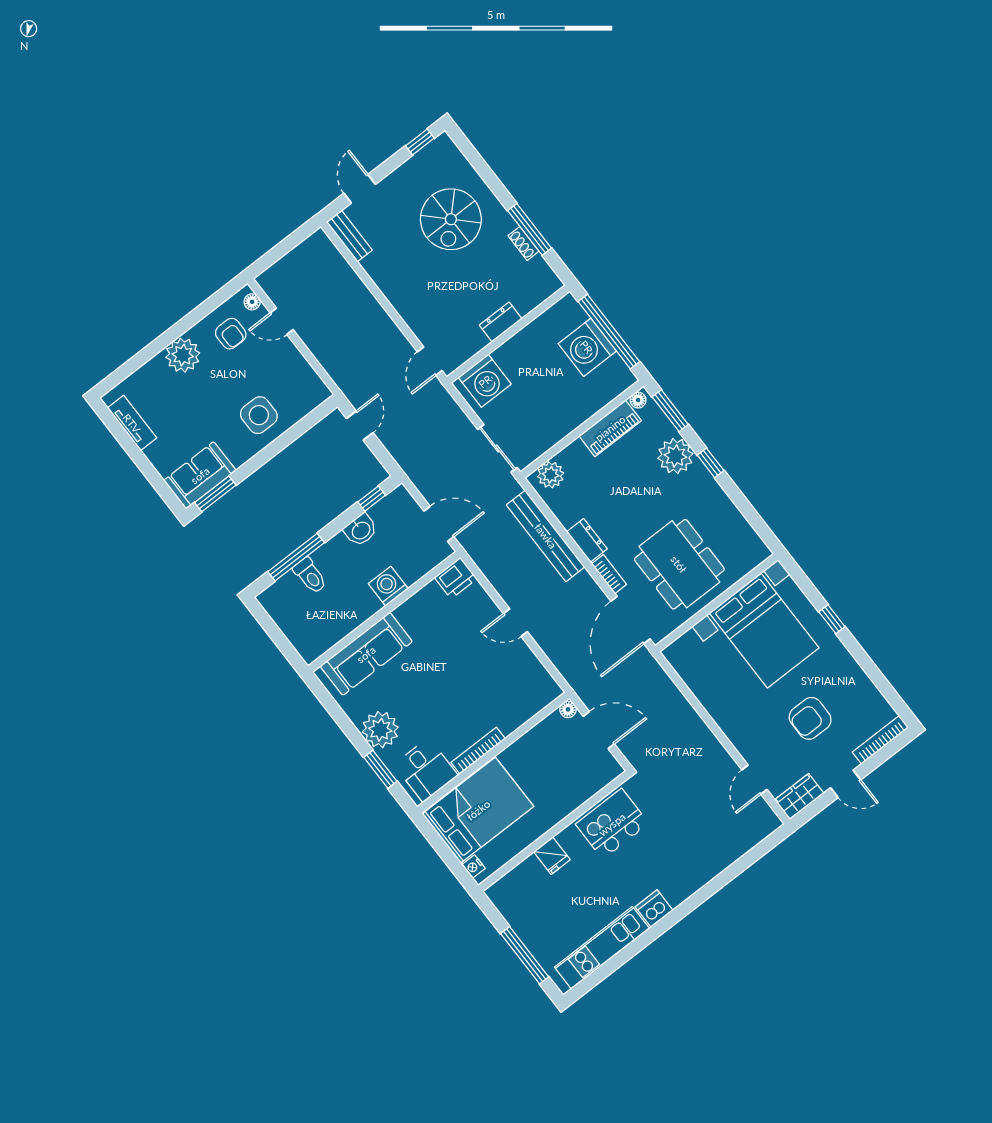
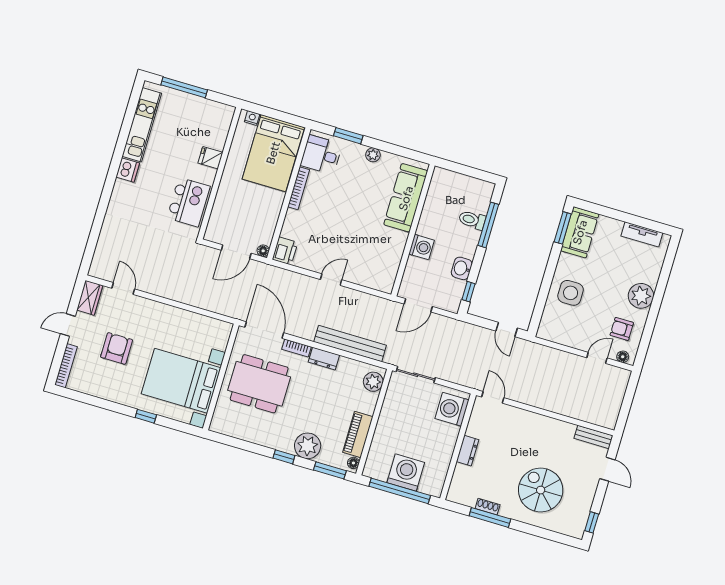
printer: (456, 578) -> (285, 251), moved, turned 180
plant: (380, 730) -> (373, 155), width x0.53, depth x0.53

